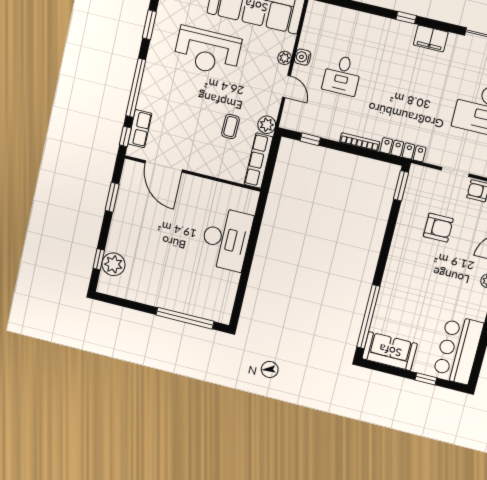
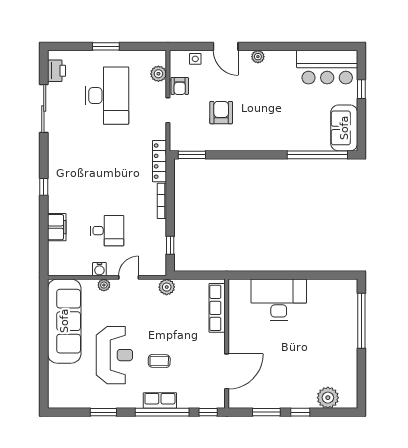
filing cabinet: (431, 38) -> (57, 227), moved
coffee table: (231, 127) -> (159, 361), moved
row of seats: (140, 129) -> (160, 401), moved
row of seats: (258, 161) -> (217, 308), moved, turned 90
window: (99, 259) -> (300, 412), moved

